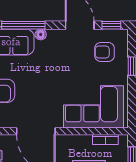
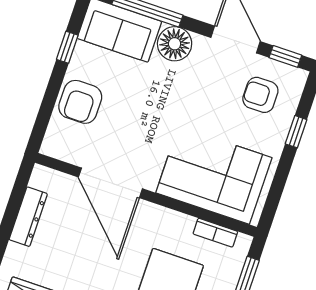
floor lamp: (41, 35) -> (175, 44), width x1.89, depth x1.89

